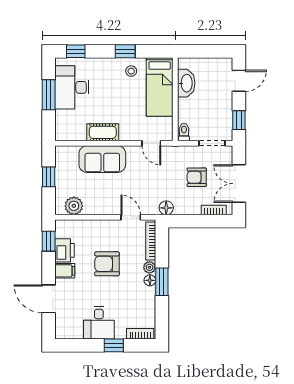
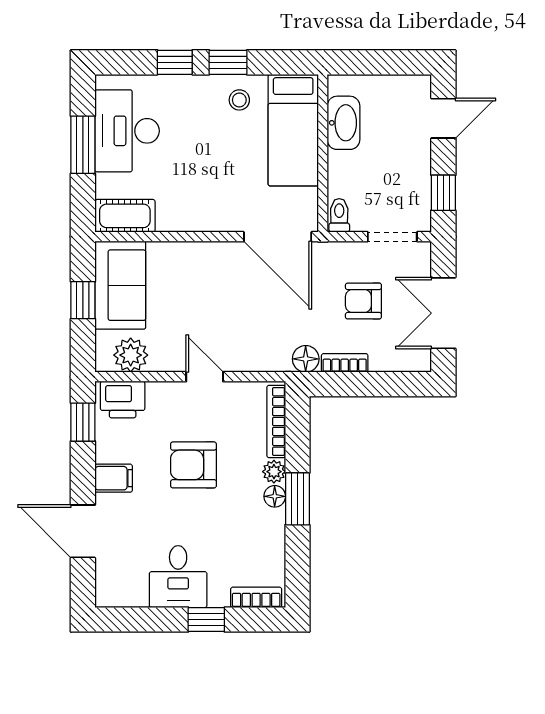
window: (76, 51) -> (175, 62), moved
cot: (103, 132) -> (125, 216), moved
door: (151, 143) -> (278, 237), width x1.87
sofa: (102, 159) -> (120, 285), moved, turned -90
bookcase: (214, 210) -> (345, 363), moved
door: (131, 217) -> (205, 377), moved
printer: (65, 250) -> (123, 400), moved, turned 90

